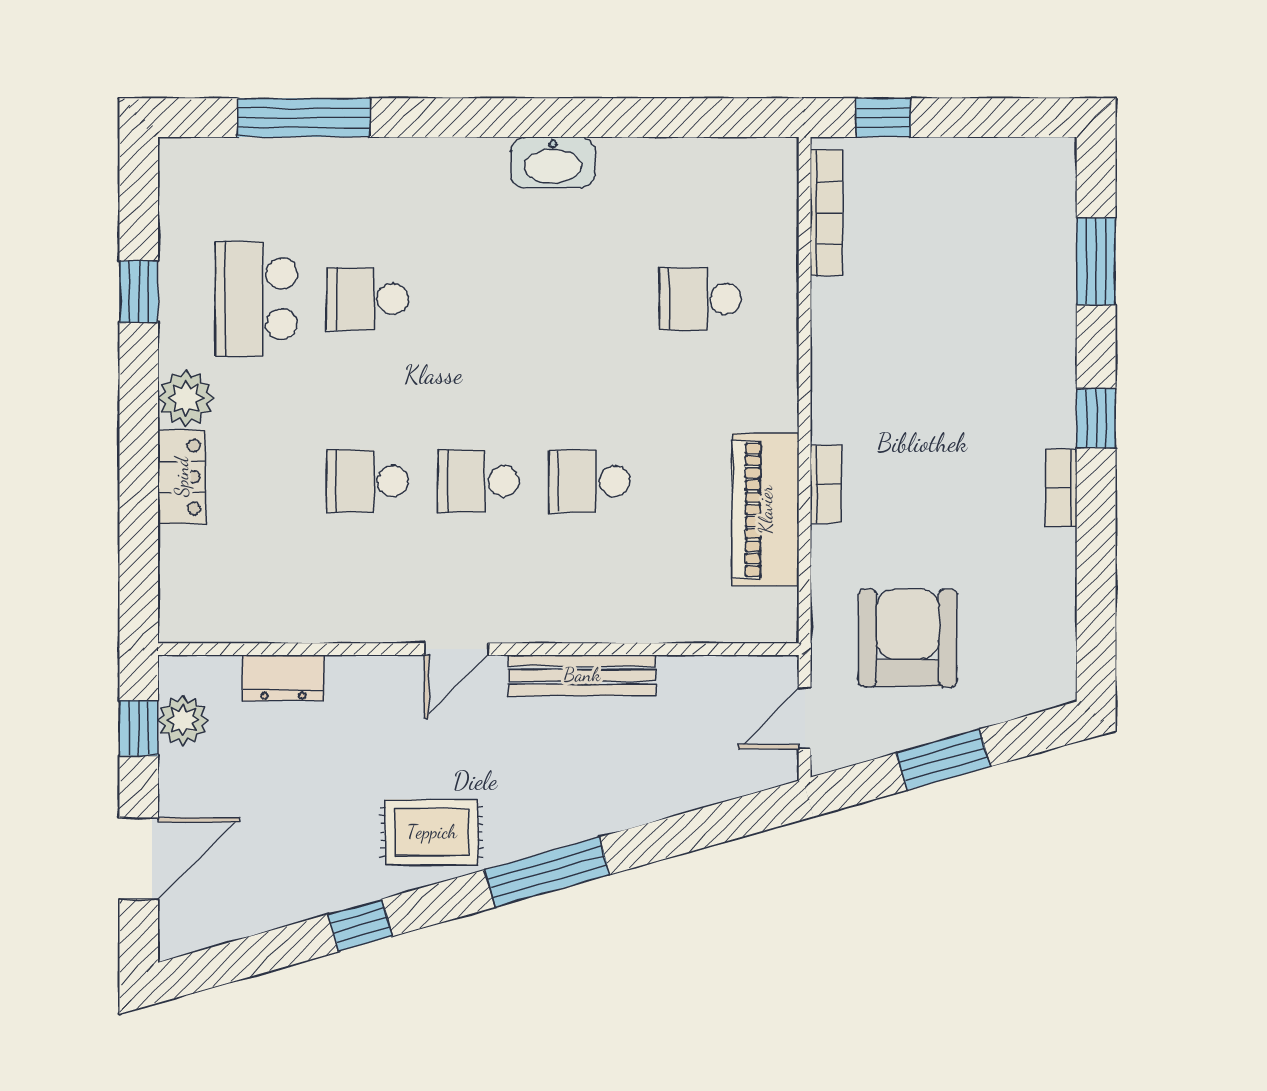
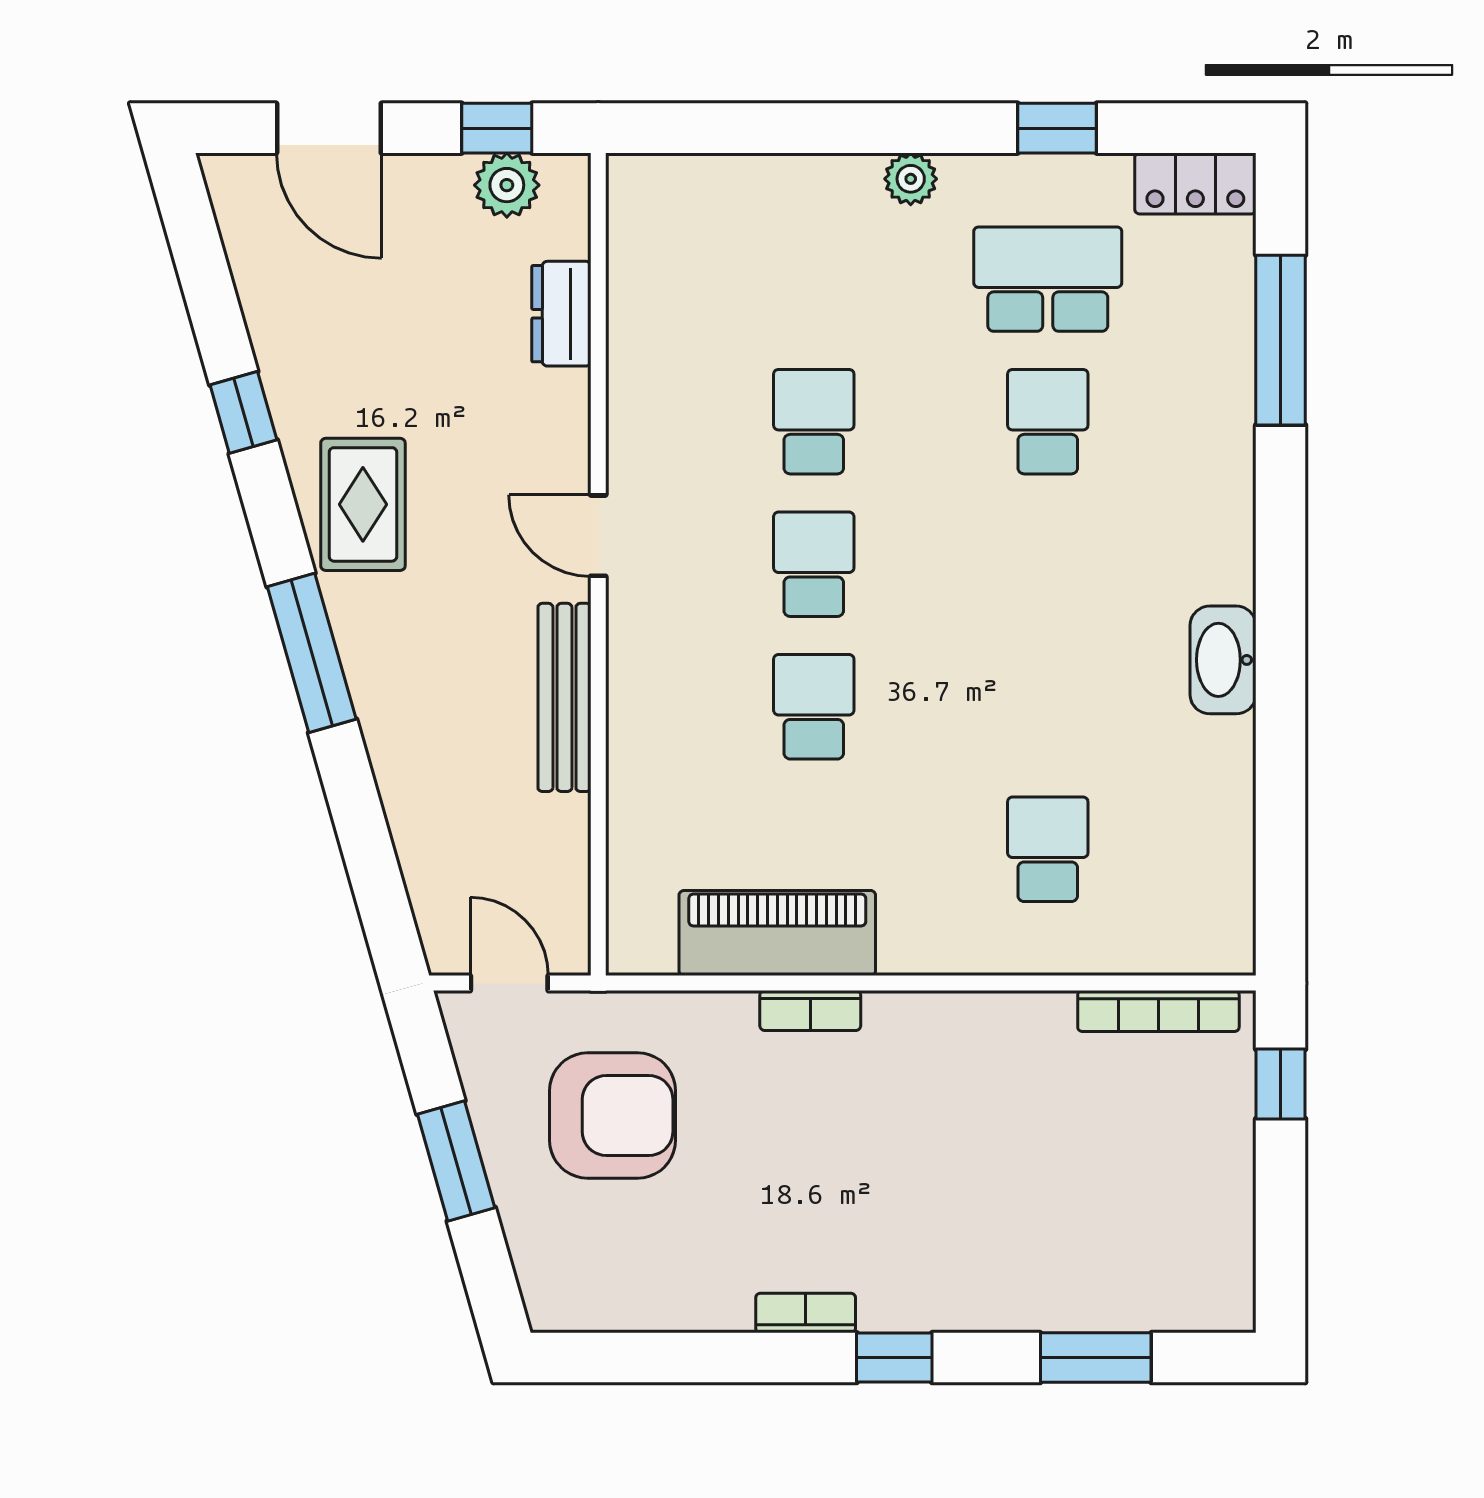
plant: (186, 398) -> (911, 179), width x0.73, depth x0.73
locker: (182, 477) -> (1195, 183), moved

